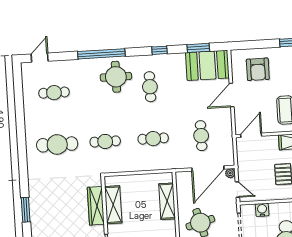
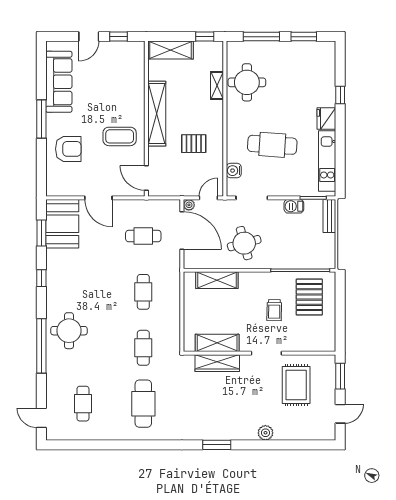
armchair: (258, 69) -> (68, 149), moved
cafe table: (150, 87) -> (83, 292), removed

